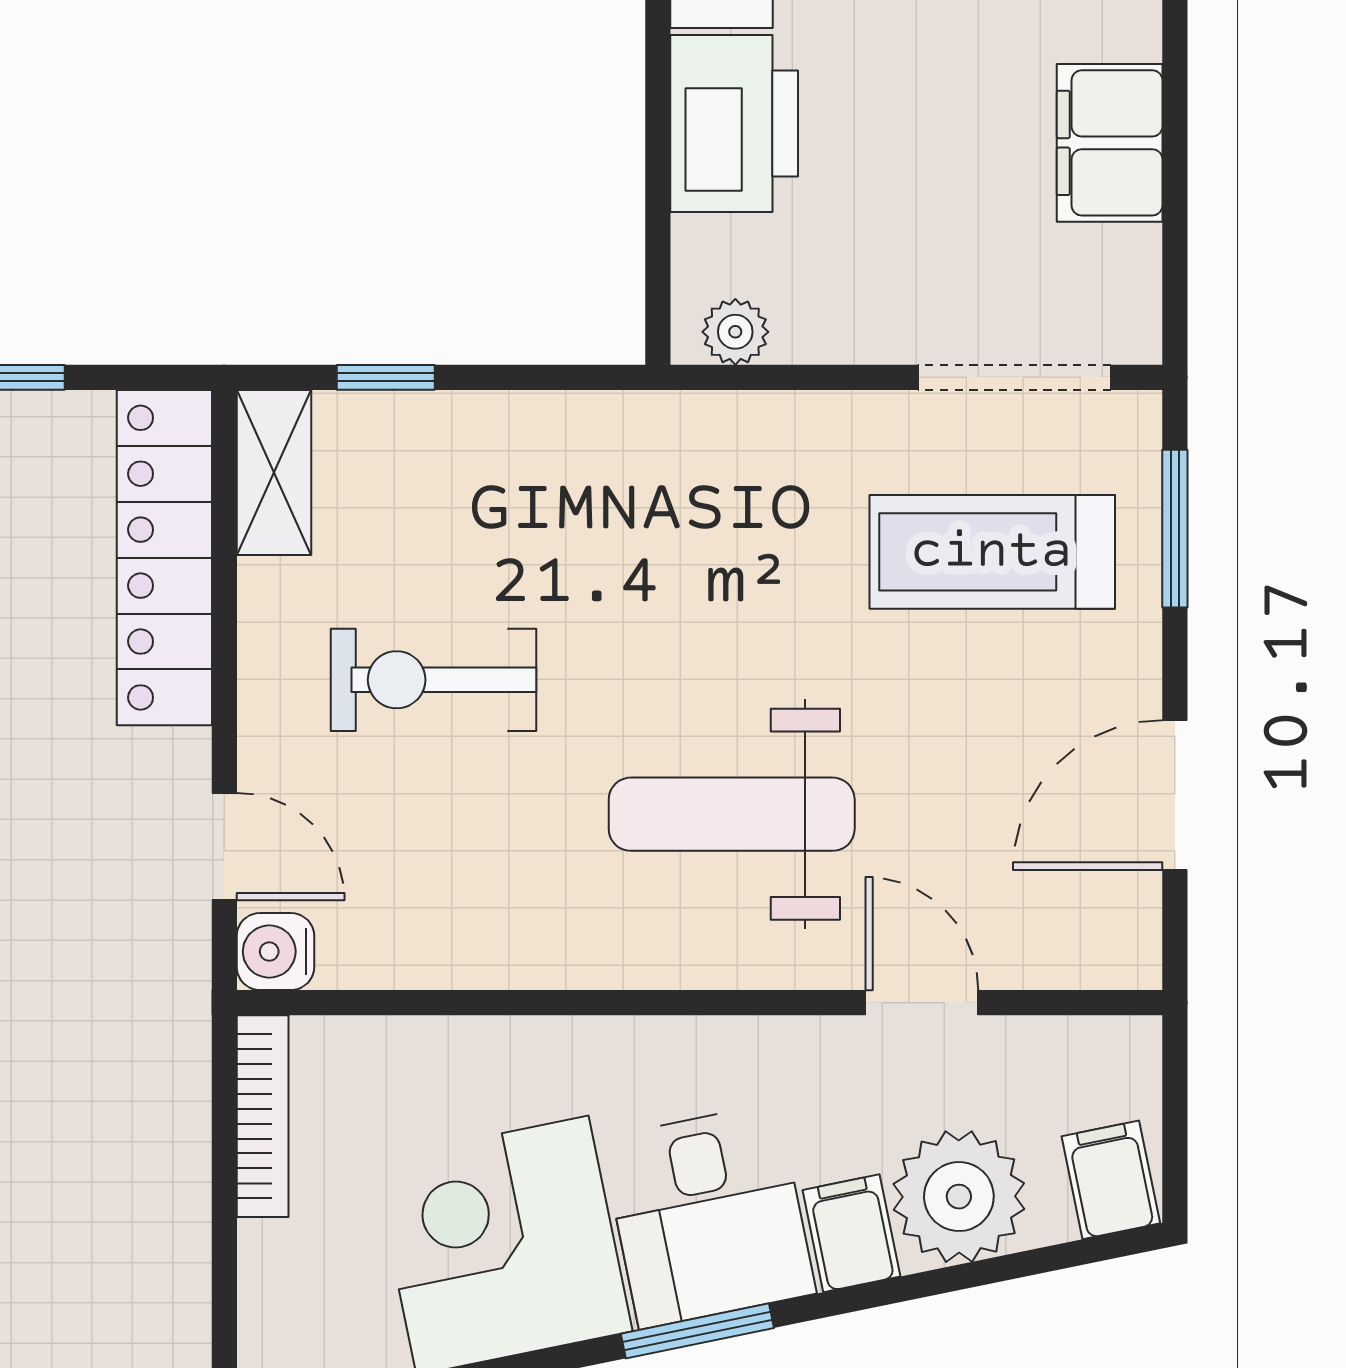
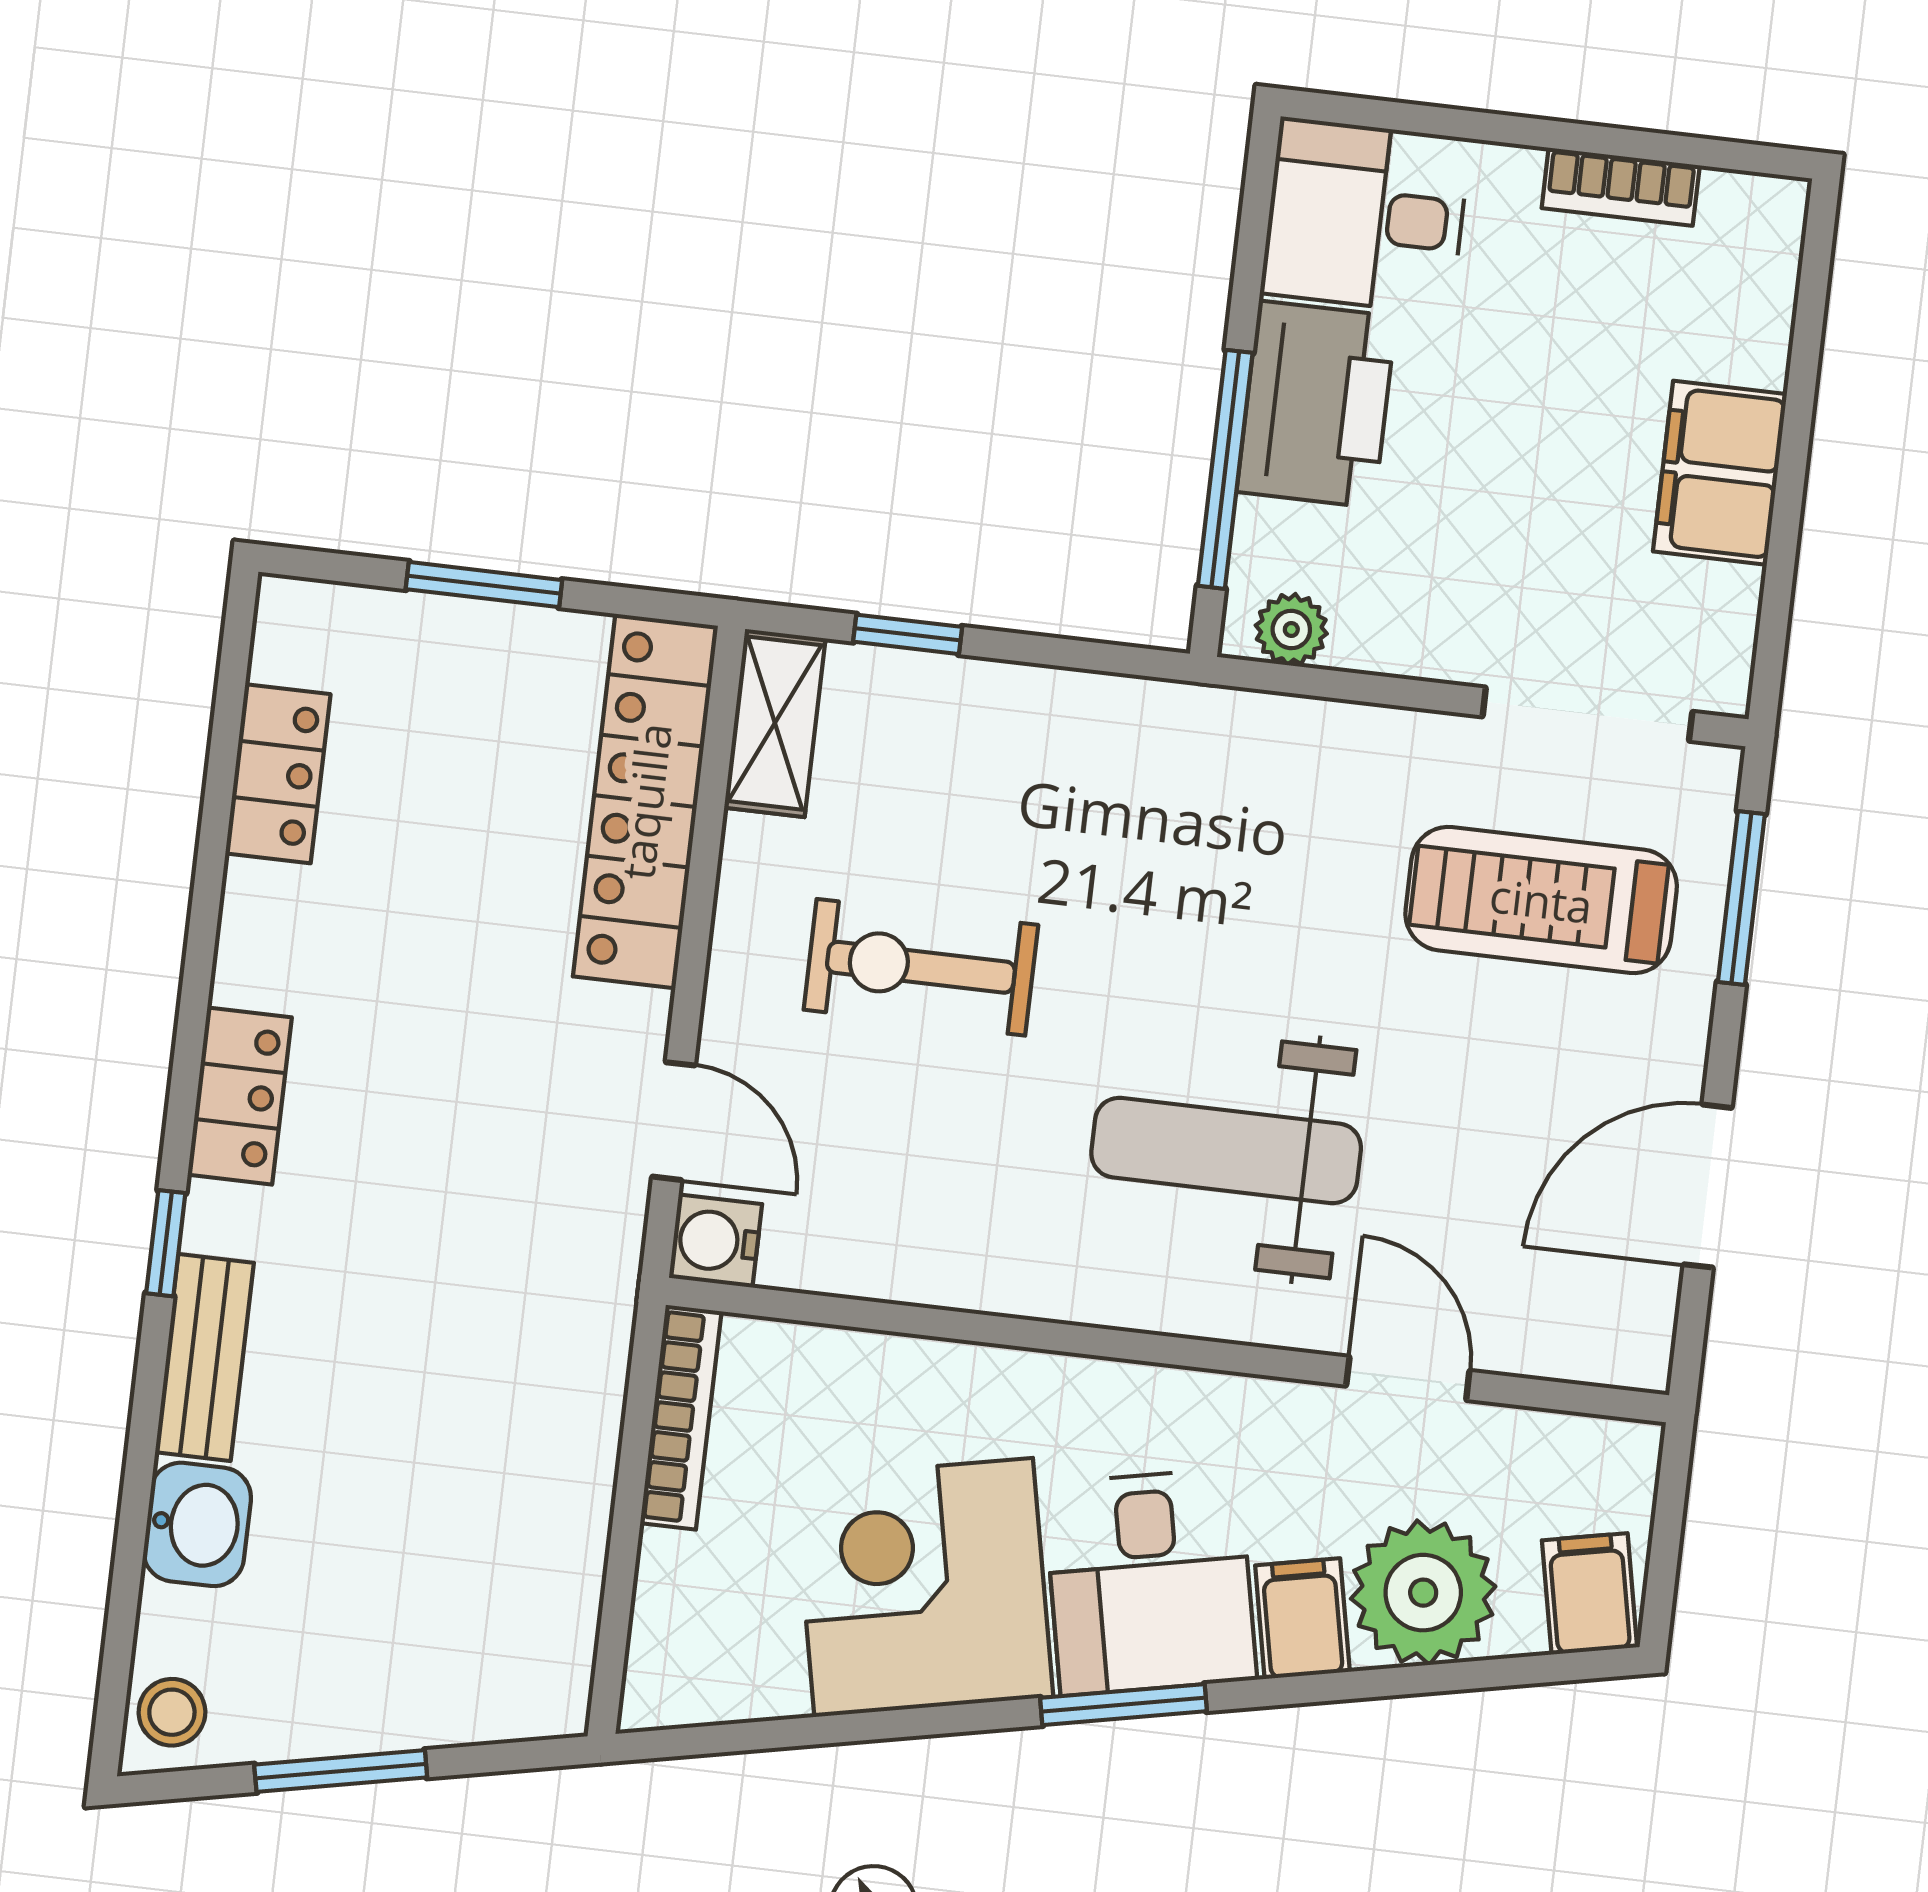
window: (658, 193) -> (1225, 469), added

